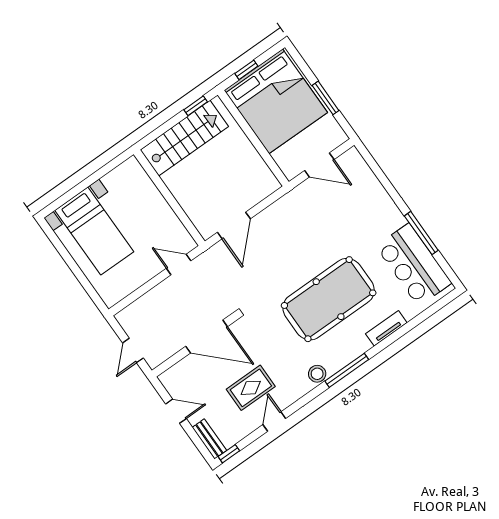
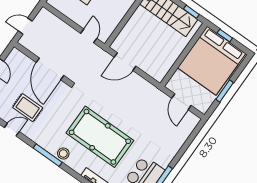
window: (347, 370) -> (48, 155), moved
stool: (317, 374) -> (63, 154), moved

